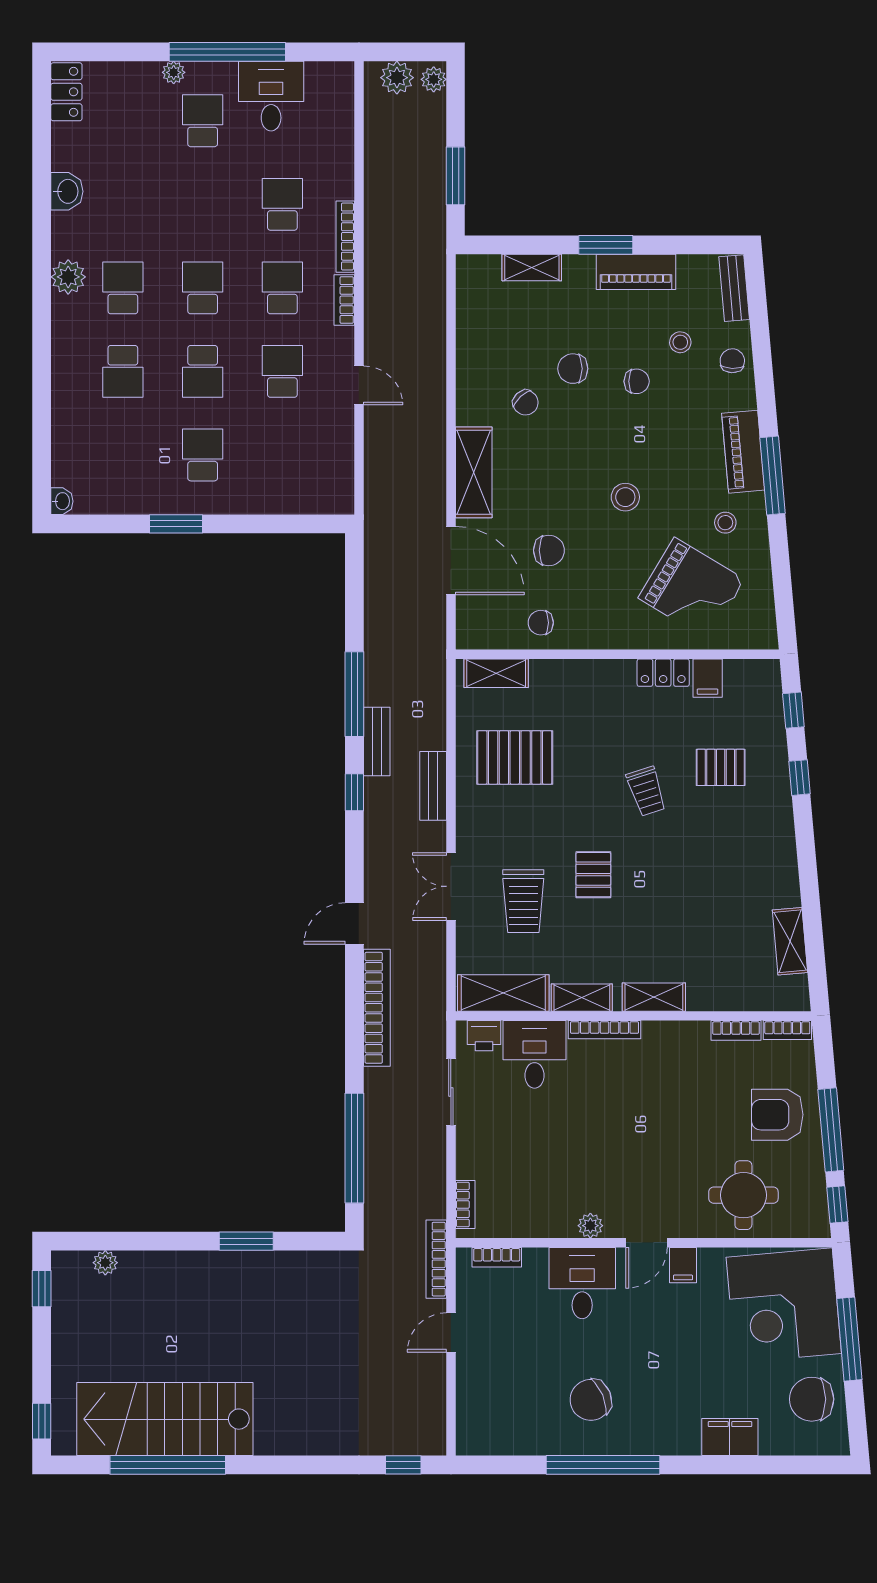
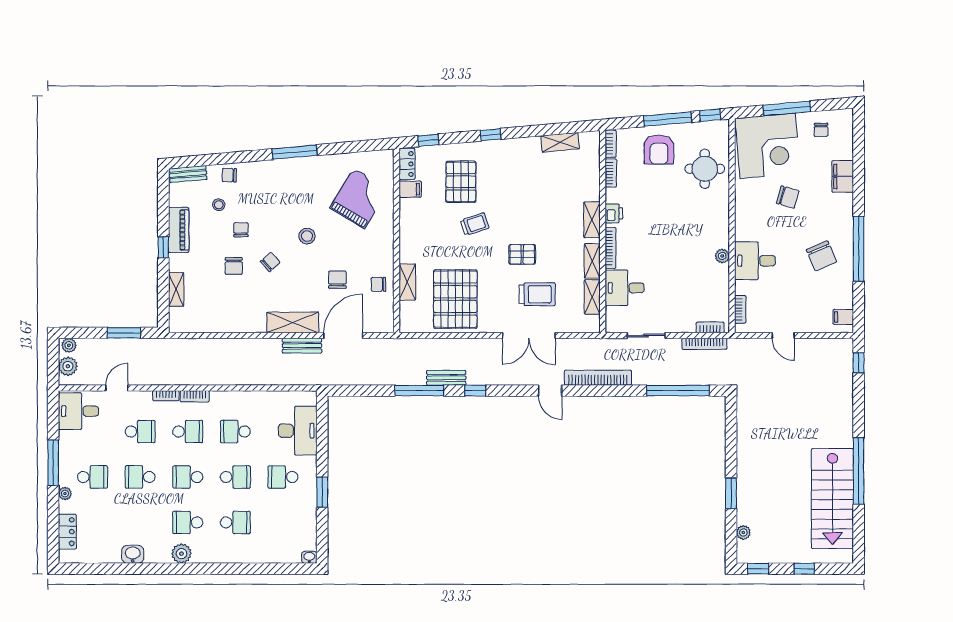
window: (227, 52) -> (53, 463), width x0.68
locker: (66, 92) -> (67, 532), moved, turned 90
desk: (271, 96) -> (78, 411), moved
school desk: (203, 121) -> (92, 477), turned 180
school desk: (203, 204) -> (140, 477), added
school desk: (282, 204) -> (140, 432), turned 180
bookcase: (345, 237) -> (166, 396), width x0.64
window: (606, 245) -> (163, 247), width x0.67
school desk: (282, 288) -> (188, 432), turned 180
door: (359, 385) -> (117, 388), moved
chair: (526, 403) -> (270, 262), moved
piano: (743, 452) -> (281, 169), removed
desk: (284, 481) -> (298, 431), added
stool: (725, 523) -> (322, 179), removed
chair: (541, 623) -> (379, 284), turned 90
shelving: (496, 673) -> (407, 282), moved
locker: (663, 673) -> (407, 164), moved
pallet: (515, 757) -> (455, 299), width x1.37, depth x1.41
pallet: (721, 767) -> (461, 182), width x1.50, depth x1.42
window: (799, 778) -> (491, 135), moved
bench: (433, 786) -> (302, 346), moved
double door: (451, 886) -> (529, 335), width x1.37
shelving: (503, 993) -> (592, 297), width x0.67, depth x0.75
printer: (484, 1036) -> (614, 213), moved
window: (246, 1241) -> (731, 493), moved
door: (646, 1243) -> (732, 224), removed
bookcase: (436, 1259) -> (704, 344), moved
filing cabinet: (683, 1265) -> (843, 317), moved, turned 180
chair: (694, 1341) -> (788, 197), added
chair: (812, 1399) -> (821, 130), width x0.54, depth x0.54
window: (42, 1421) -> (804, 569), moved
window: (168, 1465) -> (859, 471), moved

